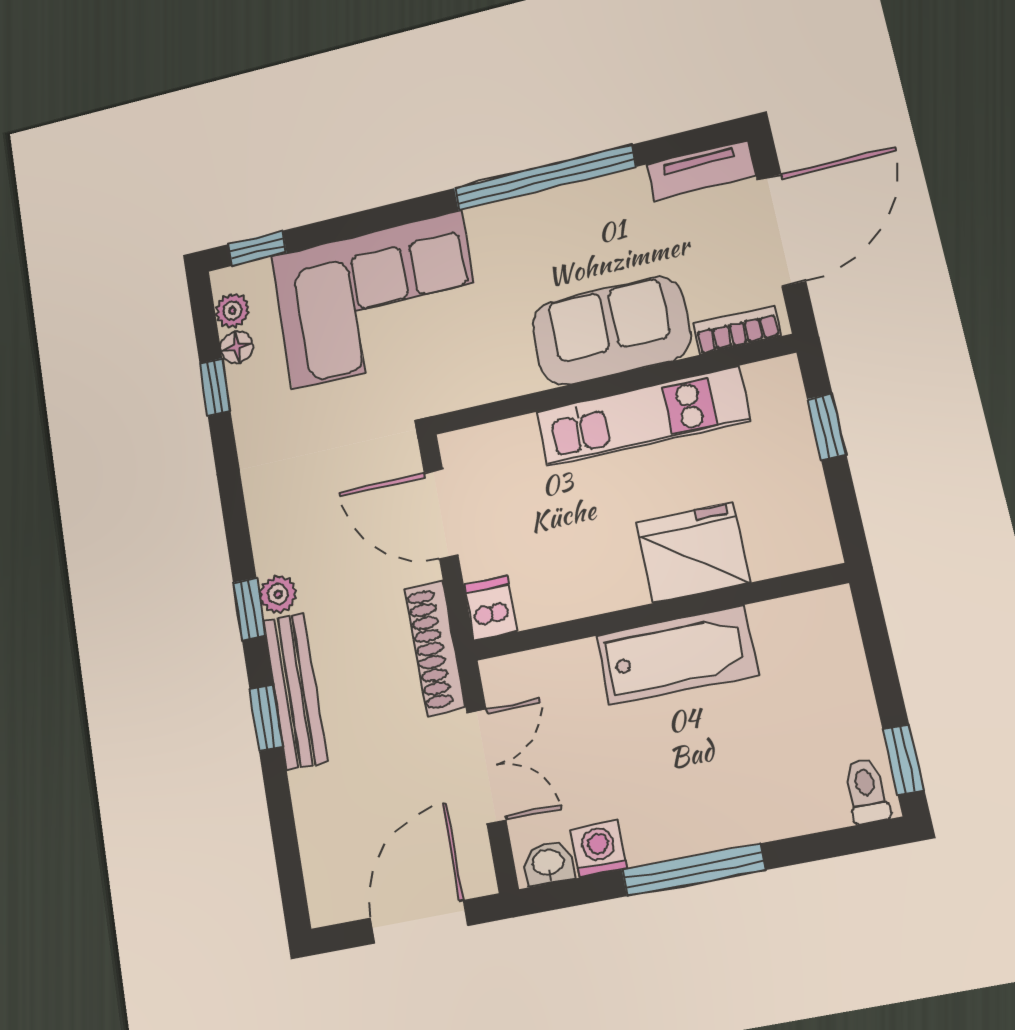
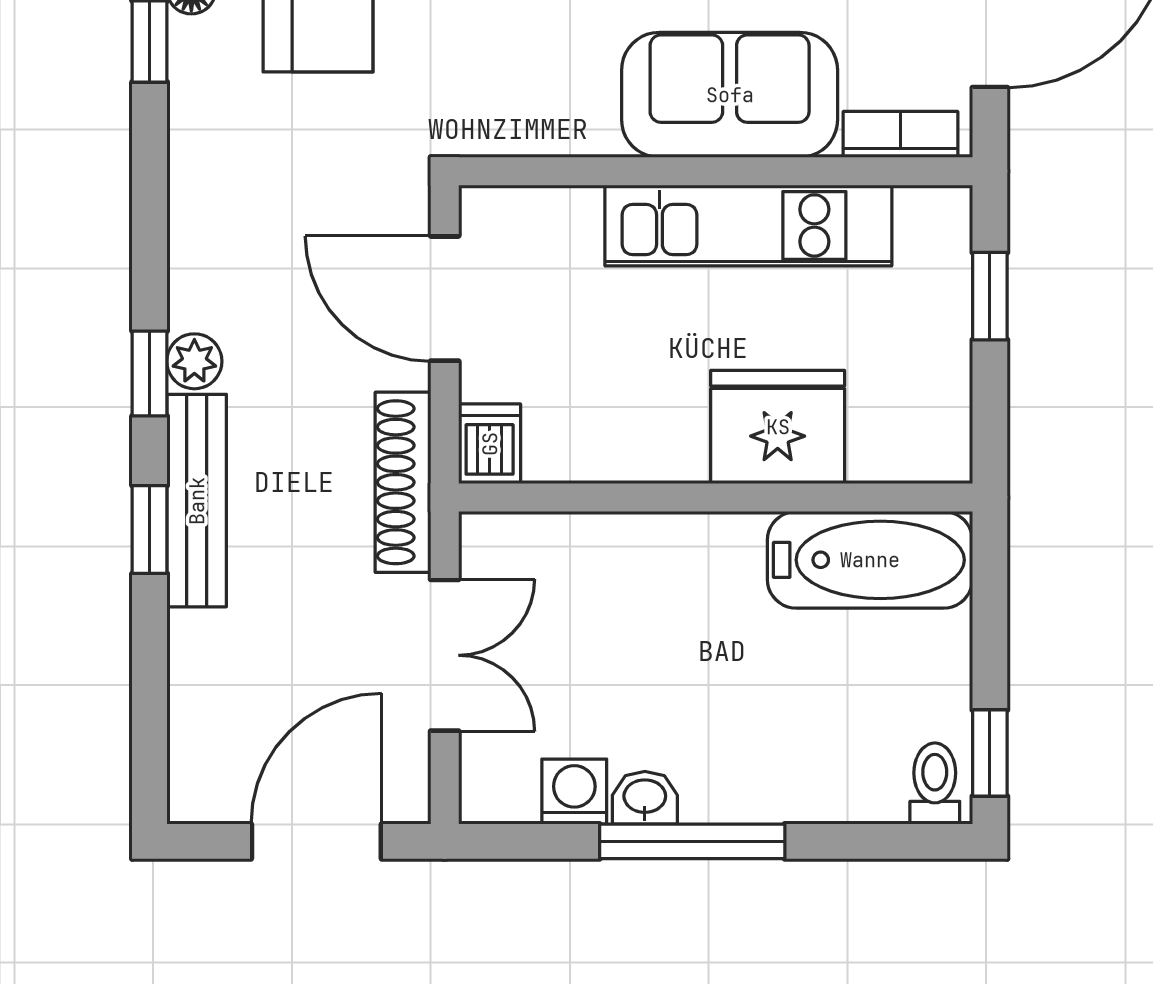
bathtub: (677, 655) -> (870, 560), moved
washbasin: (548, 863) -> (645, 798), moved

